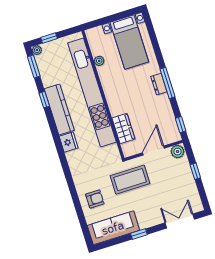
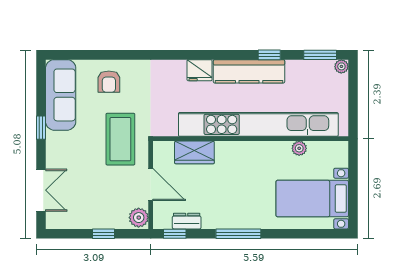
window: (49, 38) -> (353, 89), removed
dresser: (159, 84) -> (187, 221), moved

